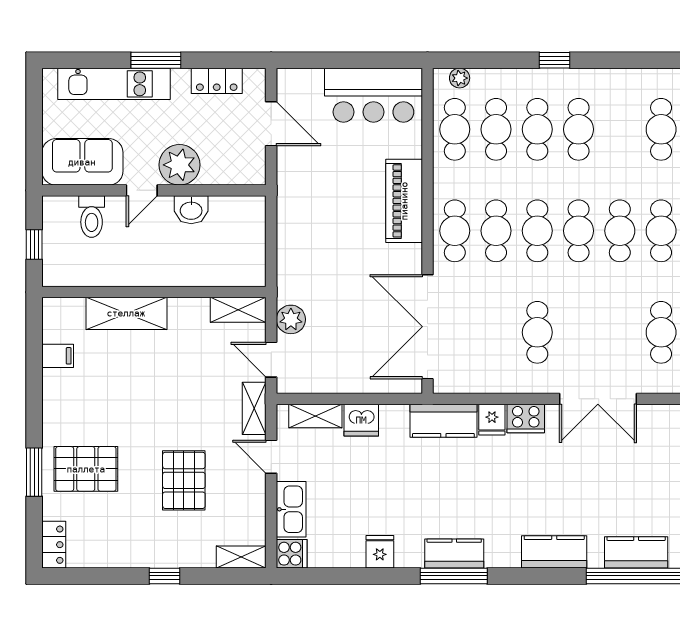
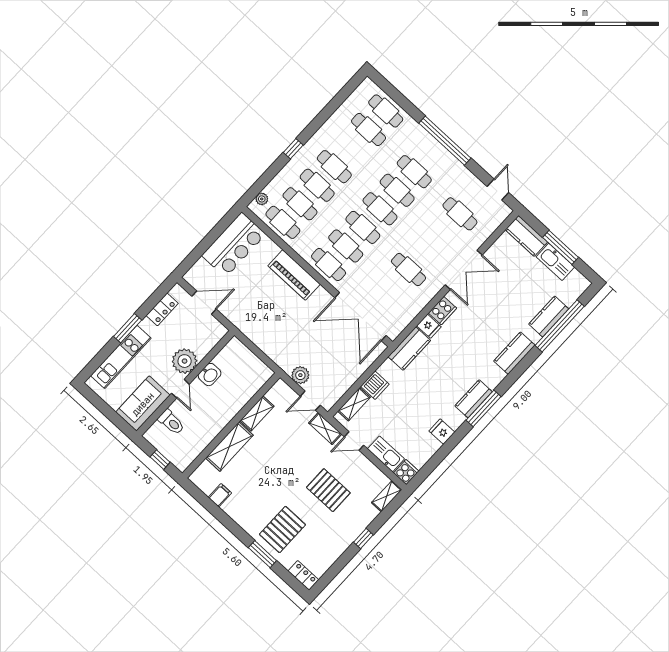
shelving: (238, 310) -> (257, 413), moved

